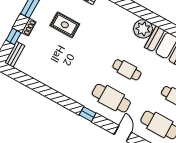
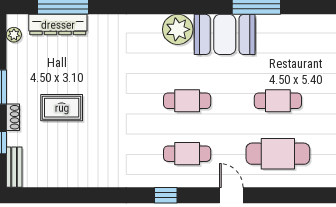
rug: (65, 25) -> (62, 108), moved
cafe table: (111, 98) -> (187, 154), width x0.73, depth x0.74

